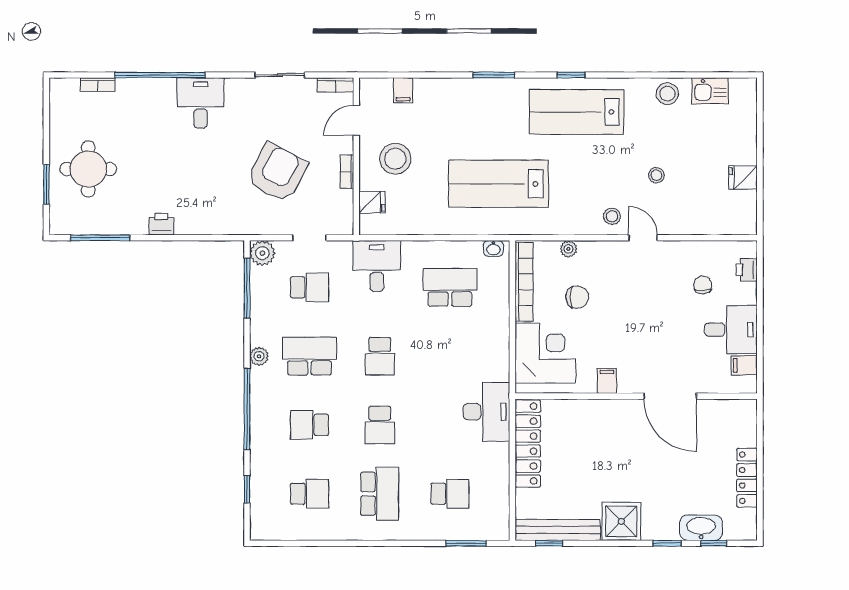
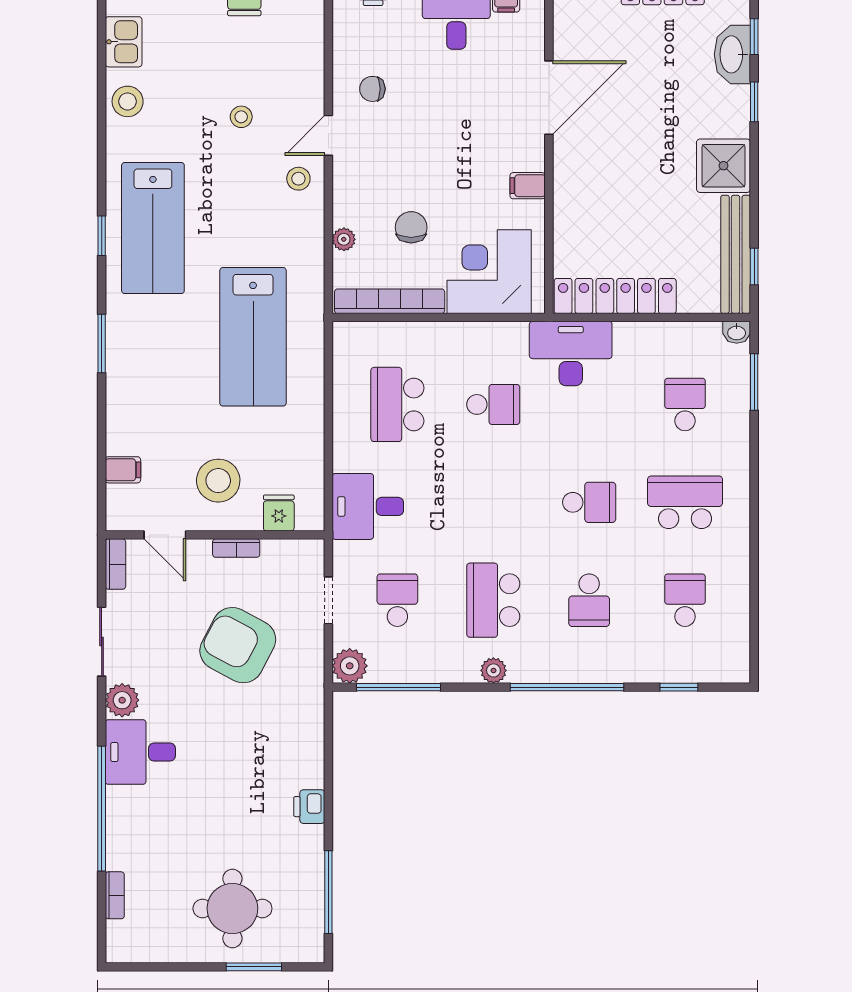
plant: (238, 90) -> (122, 700), added
washbasin: (493, 248) -> (737, 332), moved, turned 90
chair: (703, 285) -> (372, 89), moved
school desk: (380, 356) -> (493, 404), moved

